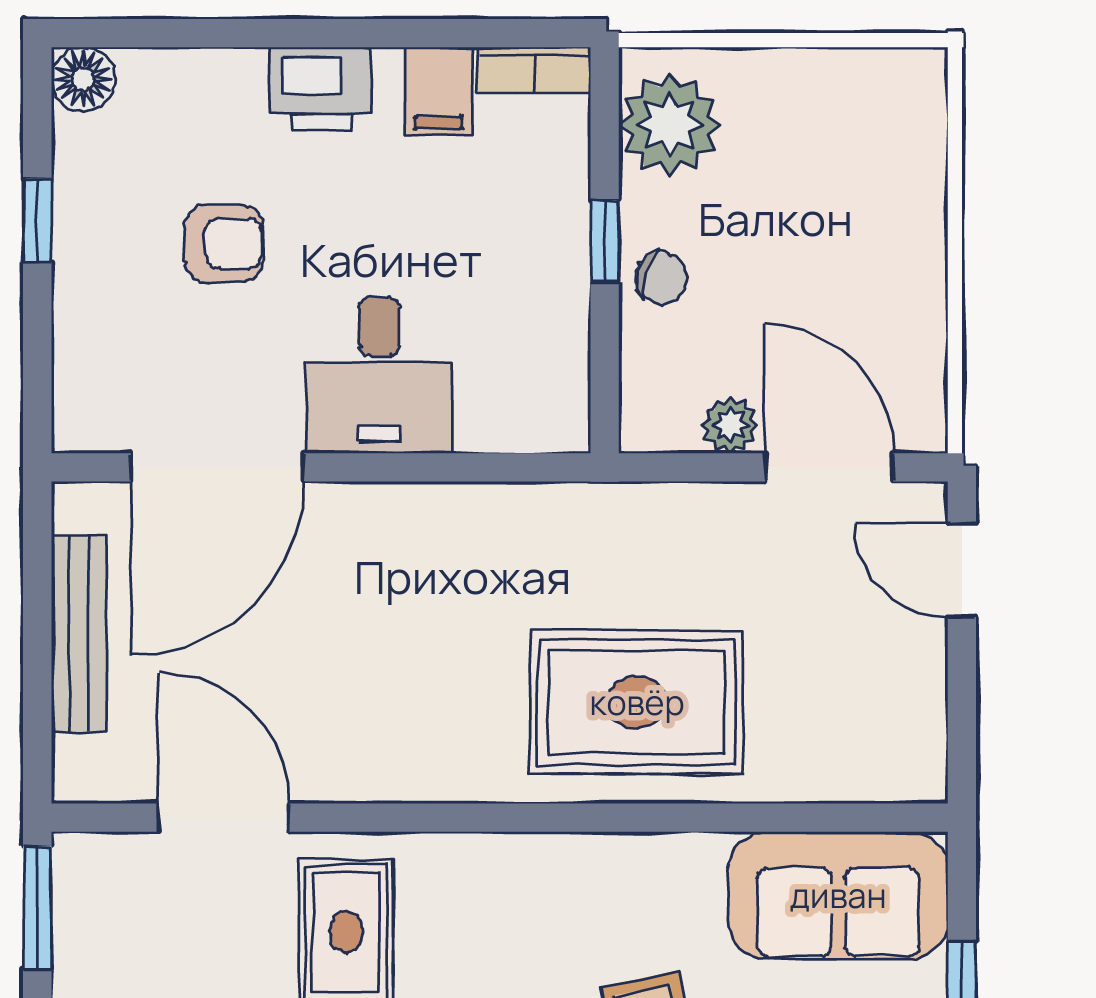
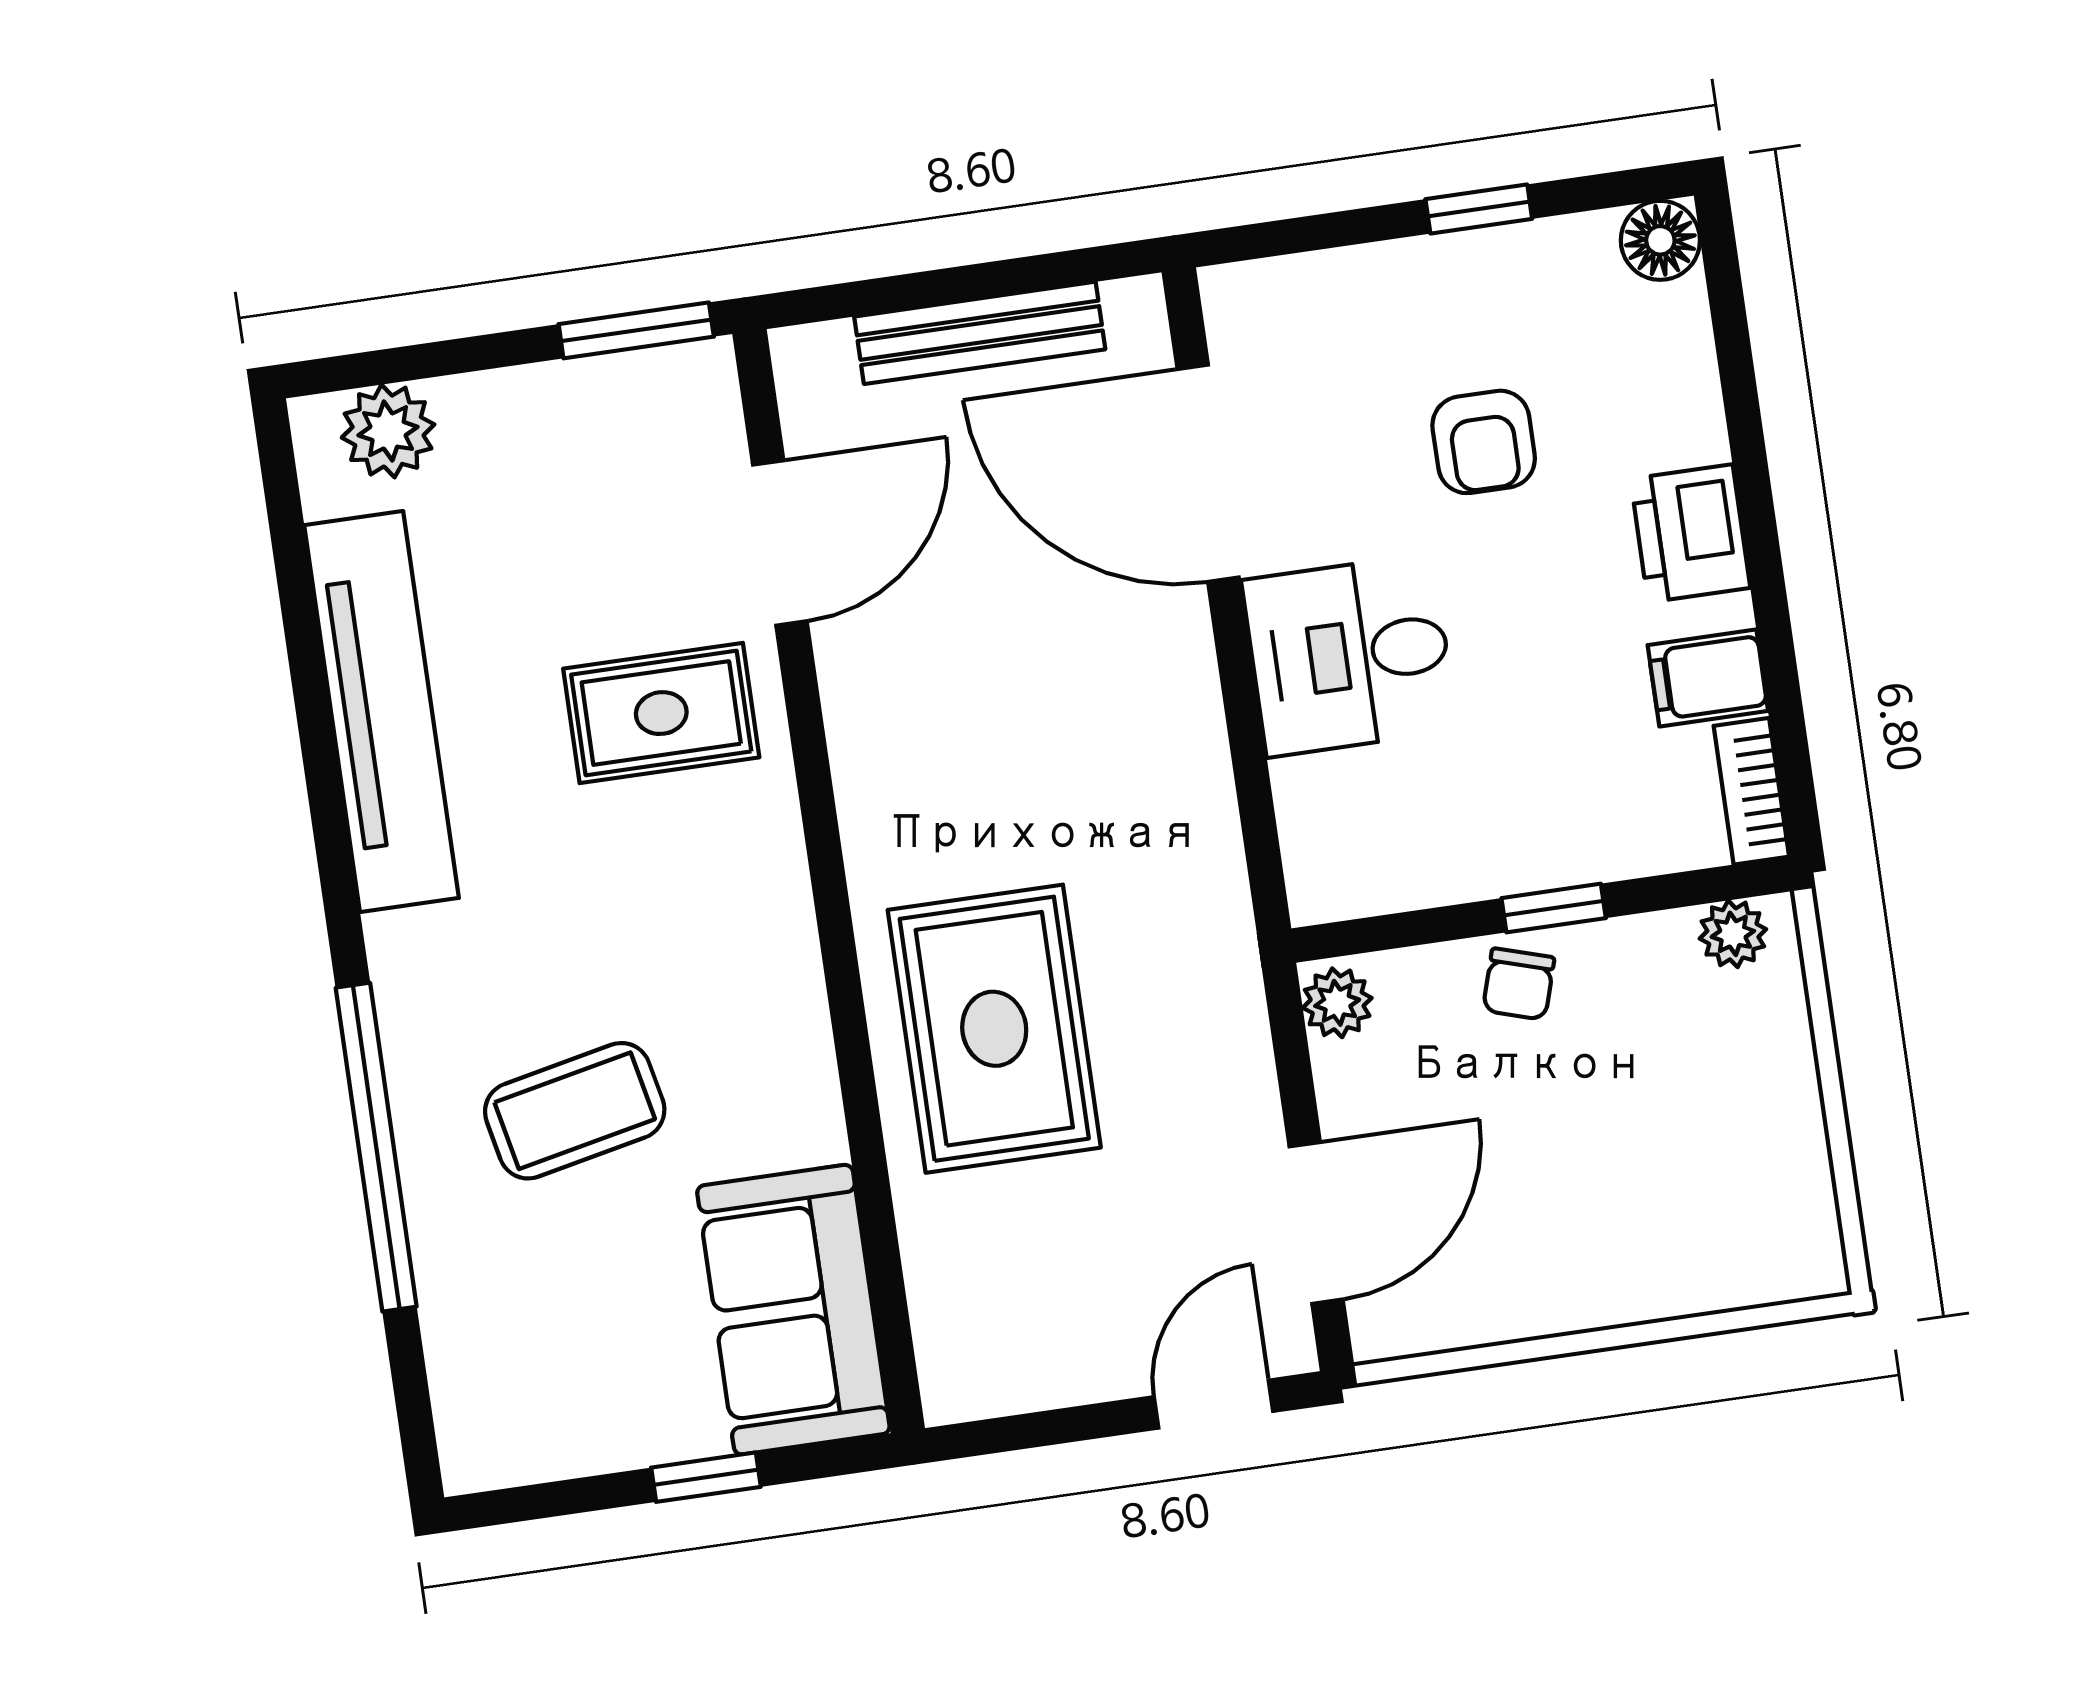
plant: (670, 125) -> (1733, 934), width x0.53, depth x0.53
plant: (730, 425) -> (1337, 1003), moved

